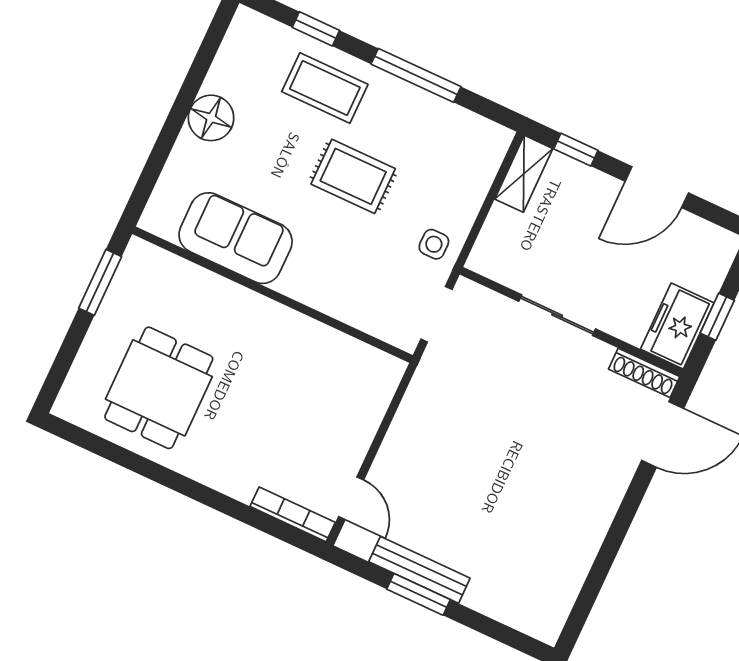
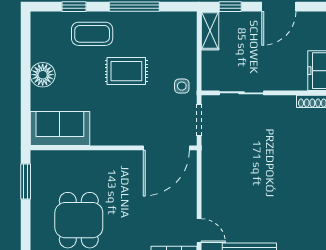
sofa: (236, 238) -> (60, 129), moved
sliding door: (557, 315) -> (241, 93), moved
door: (360, 335) -> (166, 148), added

